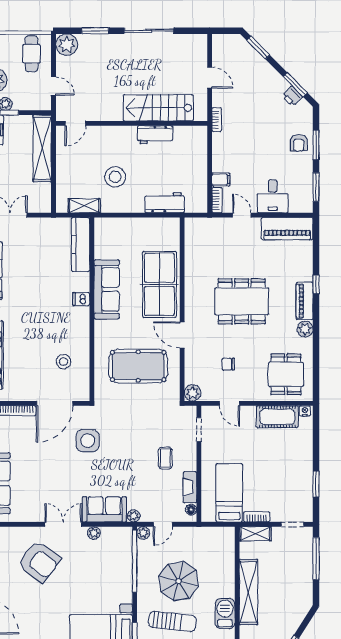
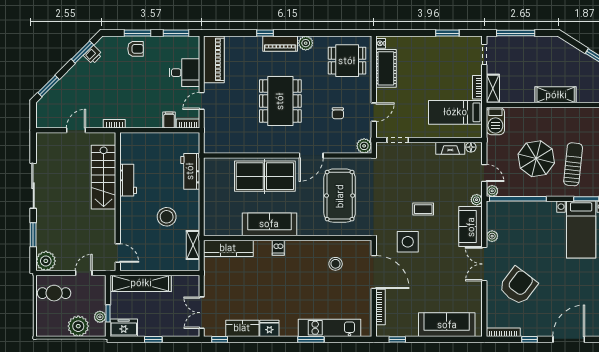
coffee table: (165, 458) -> (423, 209), moved
shelving: (248, 592) -> (556, 95), width x0.68
barbecue: (225, 613) -> (495, 121), moved, turned -90

